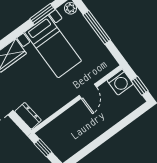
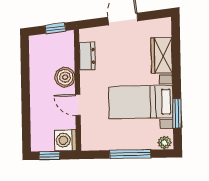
boiler: (74, 115) -> (65, 77), added
dresser: (28, 116) -> (87, 56), moved, turned -83

